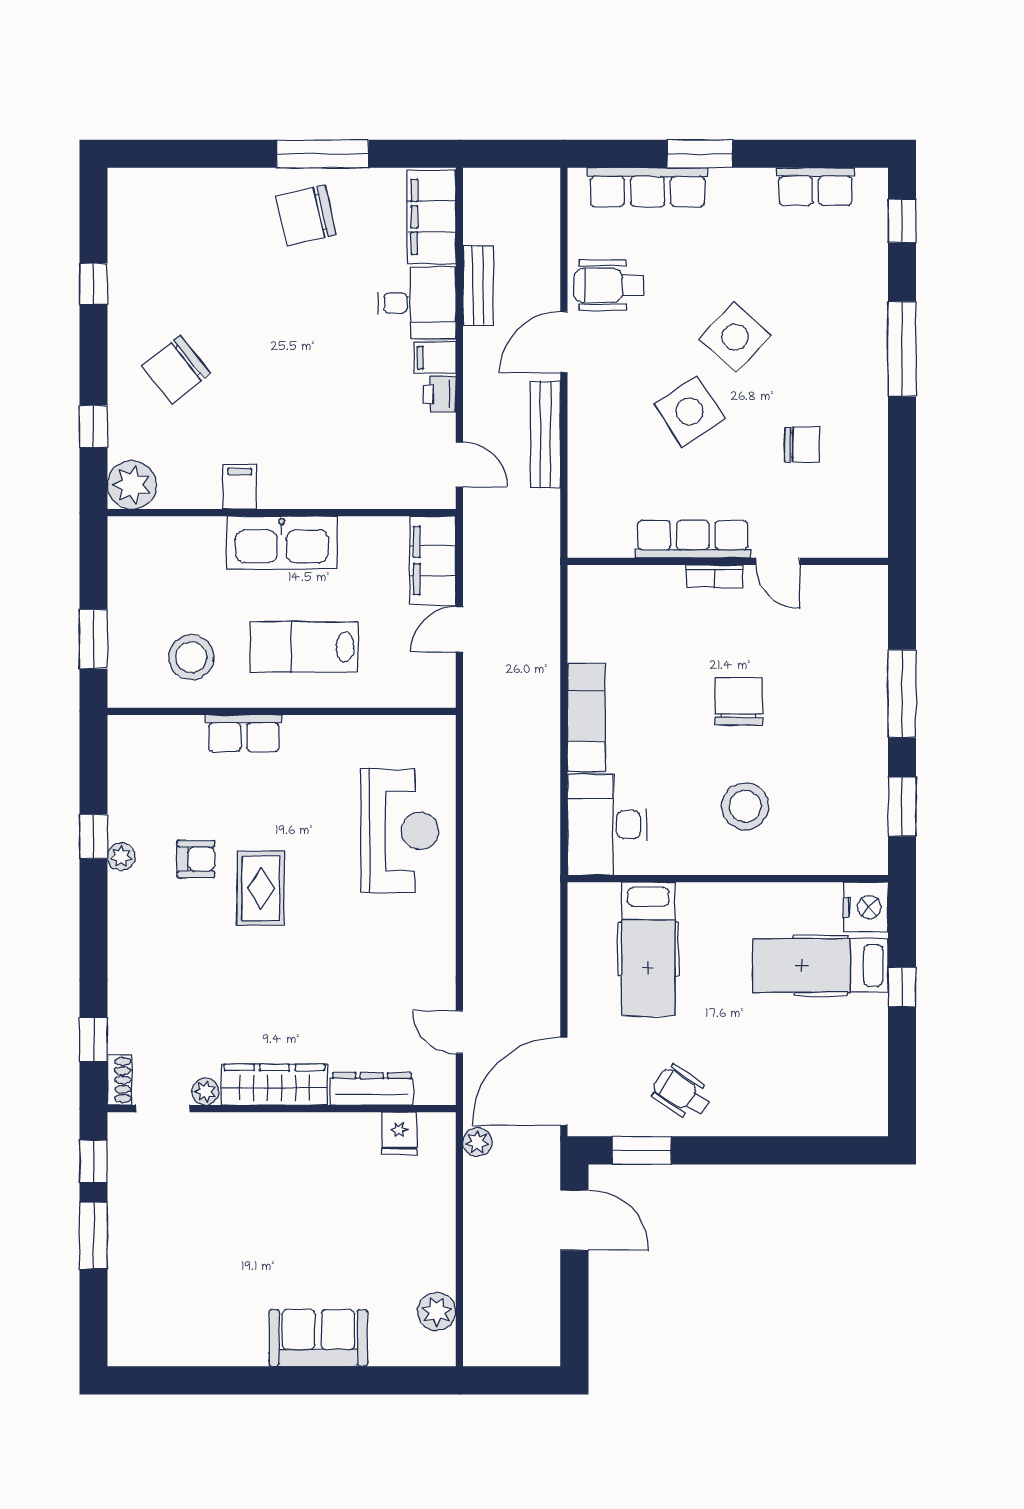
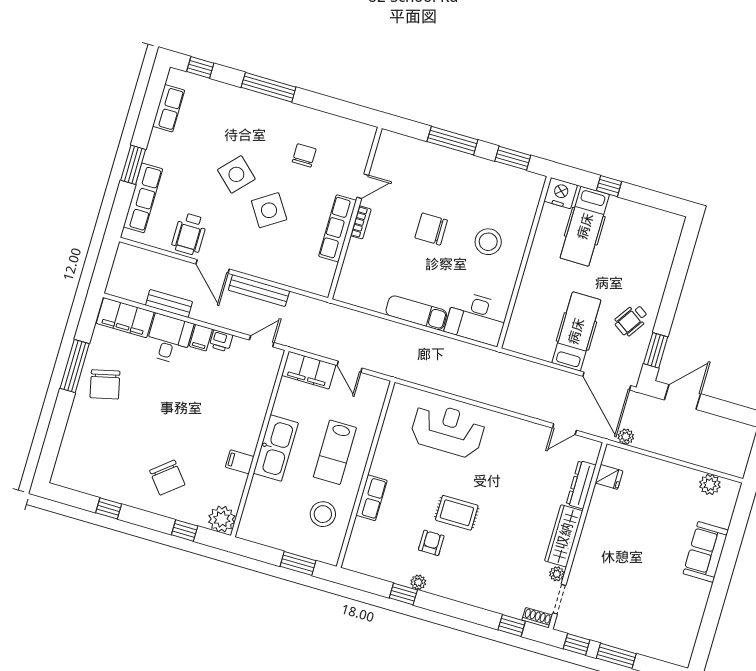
hospital bed: (648, 949) -> (576, 331), moved, turned -90

